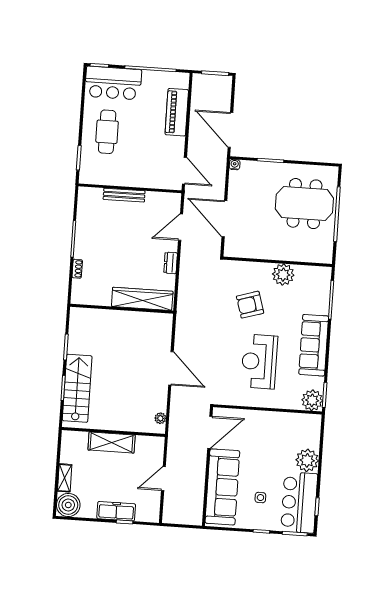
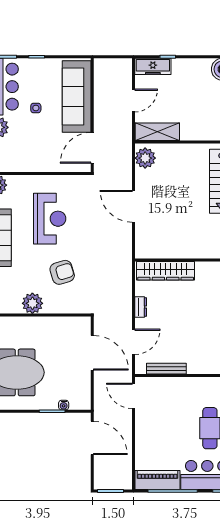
piano: (177, 112) -> (157, 480), moved, turned -90
water cooler: (235, 165) -> (64, 405), moved
bench: (124, 195) -> (166, 369), moved
plant: (160, 418) -> (145, 158), width x1.87, depth x1.87
shelving: (112, 442) -> (157, 132), moved
side table: (260, 498) -> (36, 108), moved
freezer: (116, 511) -> (153, 66), moved

